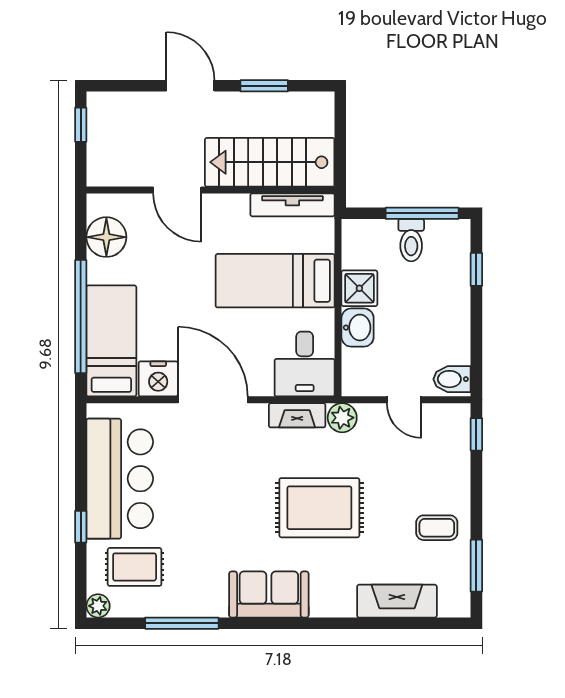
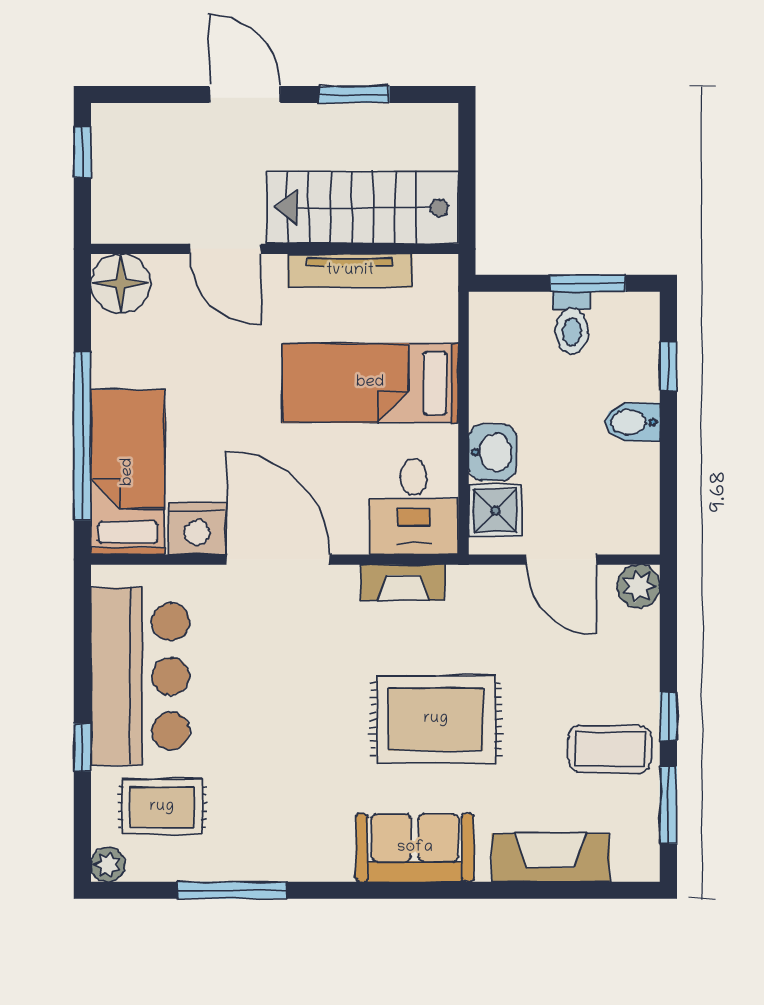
tv unit: (292, 205) -> (350, 271), moved
window: (422, 213) -> (588, 283), width x0.69
floor lamp: (106, 237) -> (120, 283), moved
shower: (359, 288) -> (495, 511), moved
bidet: (452, 379) -> (632, 422), moved
door: (404, 400) -> (561, 560), width x1.38
plant: (342, 418) -> (638, 586), moved
window: (476, 434) -> (668, 716), moved
coffee table: (437, 528) -> (610, 749), width x1.36, depth x1.30
sofa: (269, 594) -> (415, 848), moved

